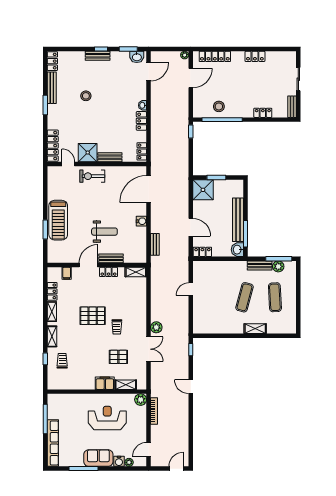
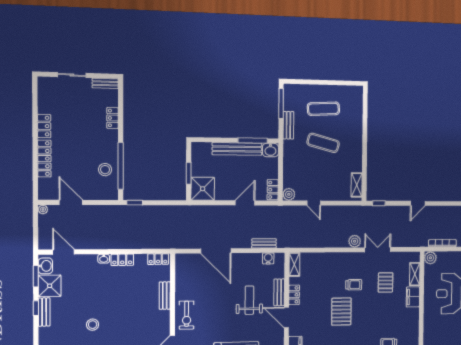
locker: (215, 56) -> (44, 159), moved
shower: (88, 153) -> (50, 286), moved
door: (149, 189) -> (216, 251), moved
water cooler: (141, 221) -> (268, 258), moved
plant: (278, 266) -> (289, 194), moved
shelving: (255, 329) -> (357, 185), moved

